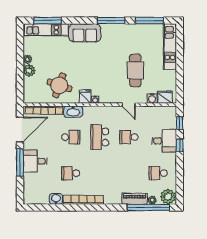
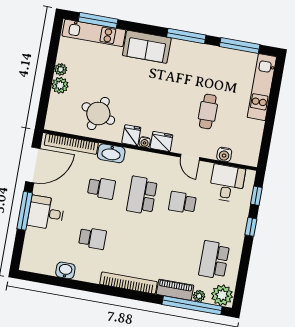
cafe table: (135, 70) -> (208, 111), width x0.73, depth x0.74
fridge: (165, 97) -> (161, 141), moved
desk: (164, 141) -> (227, 183), moved, turned -90
school desk: (71, 173) -> (92, 238), turned 180
school desk: (158, 173) -> (214, 260), width x1.85
bookcase: (83, 200) -> (128, 283), moved

